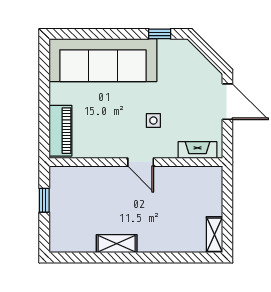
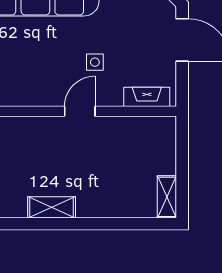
door: (141, 162) -> (80, 111), swing flipped

